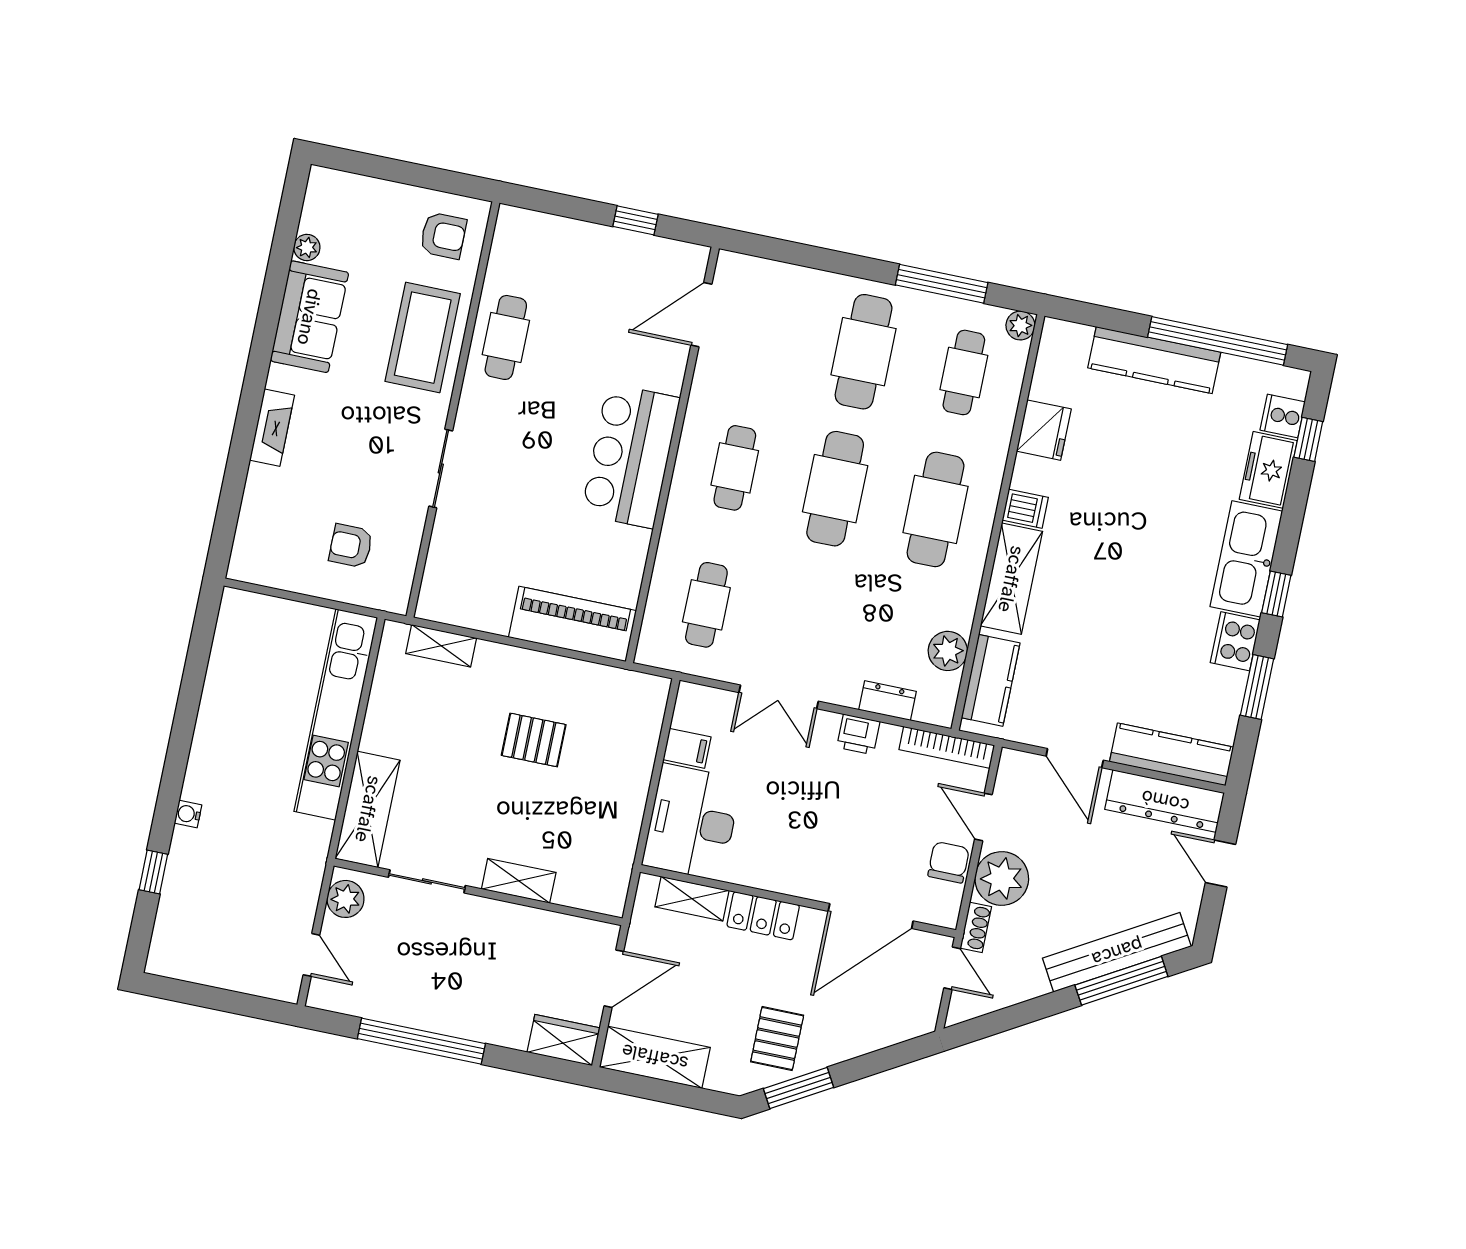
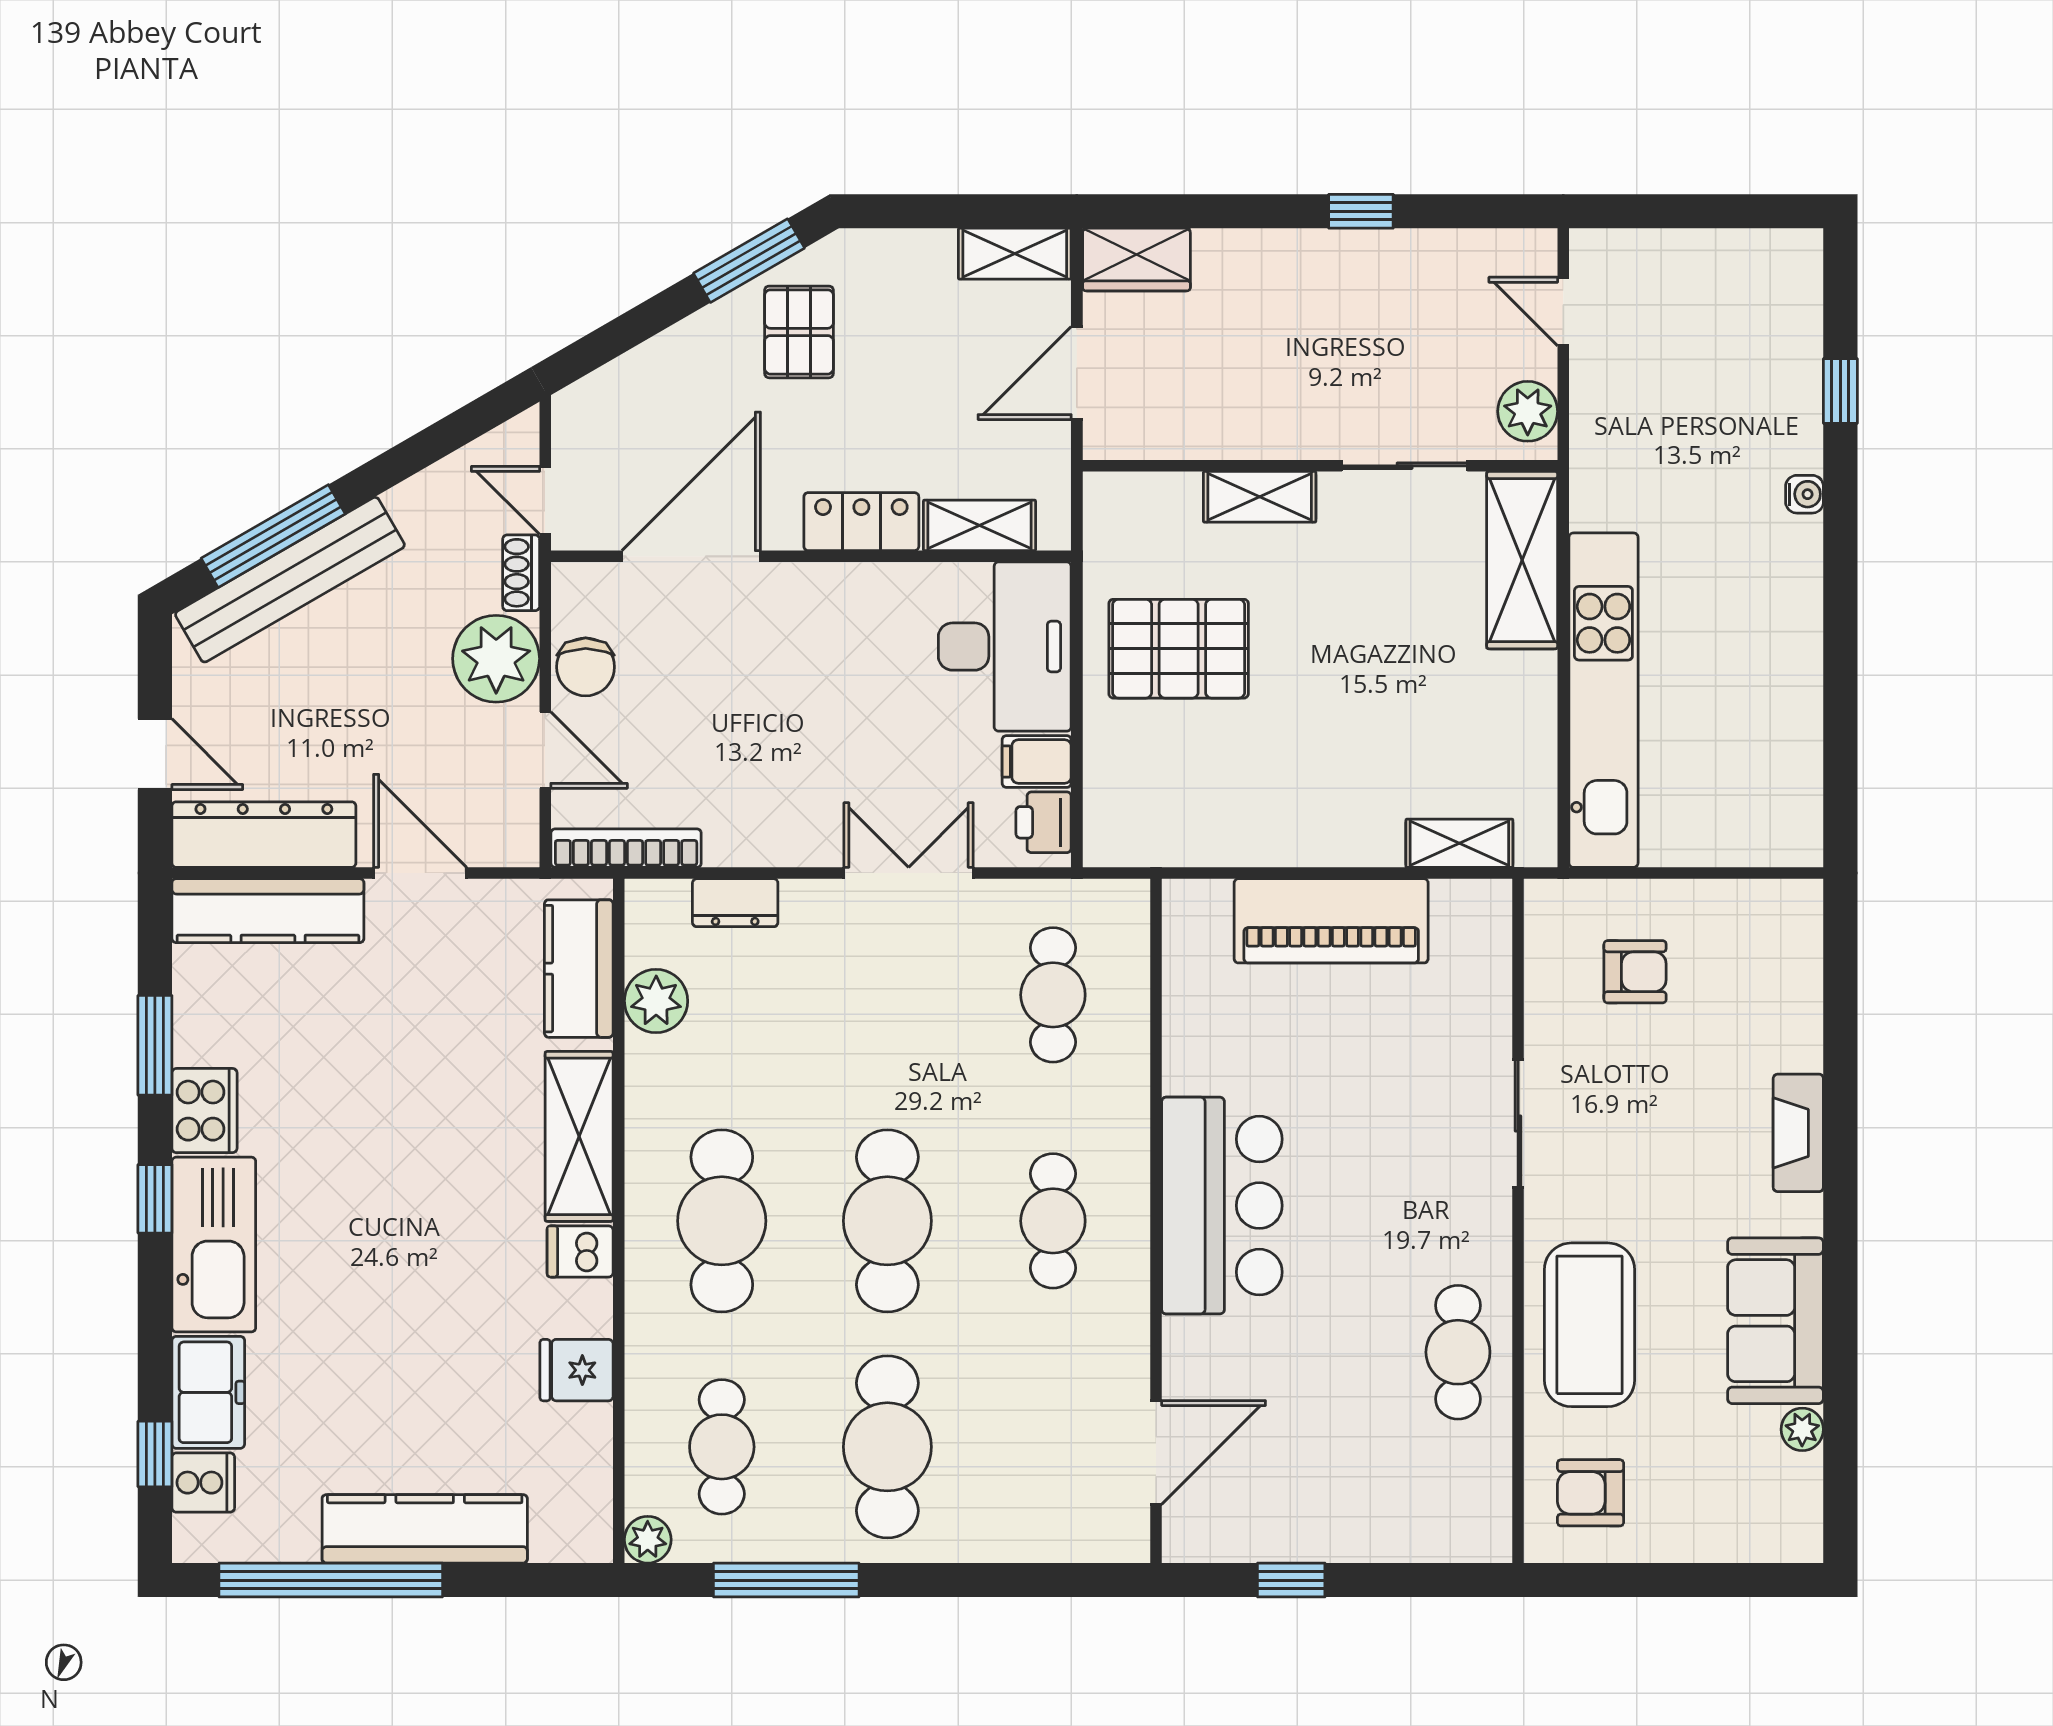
fridge: (1044, 430) -> (577, 1370), width x0.72
piano: (572, 624) -> (1331, 921), moved
printer: (858, 734) -> (1044, 822), moved, turned -90
pallet: (534, 740) -> (1179, 649), moved, width x1.50, depth x1.42
window: (421, 1041) -> (1361, 211), width x0.32
shelving: (655, 1057) -> (1015, 254), width x0.67, depth x0.75

